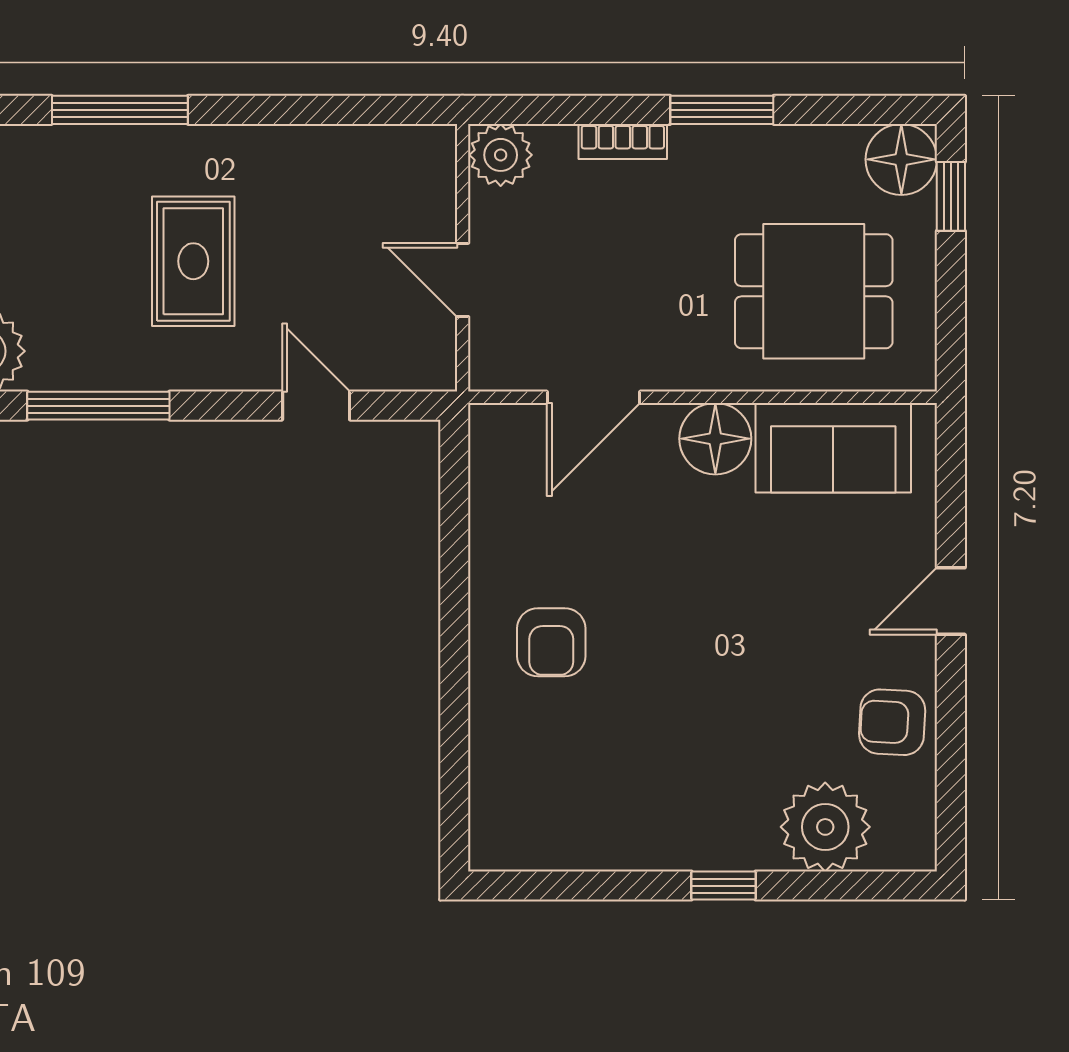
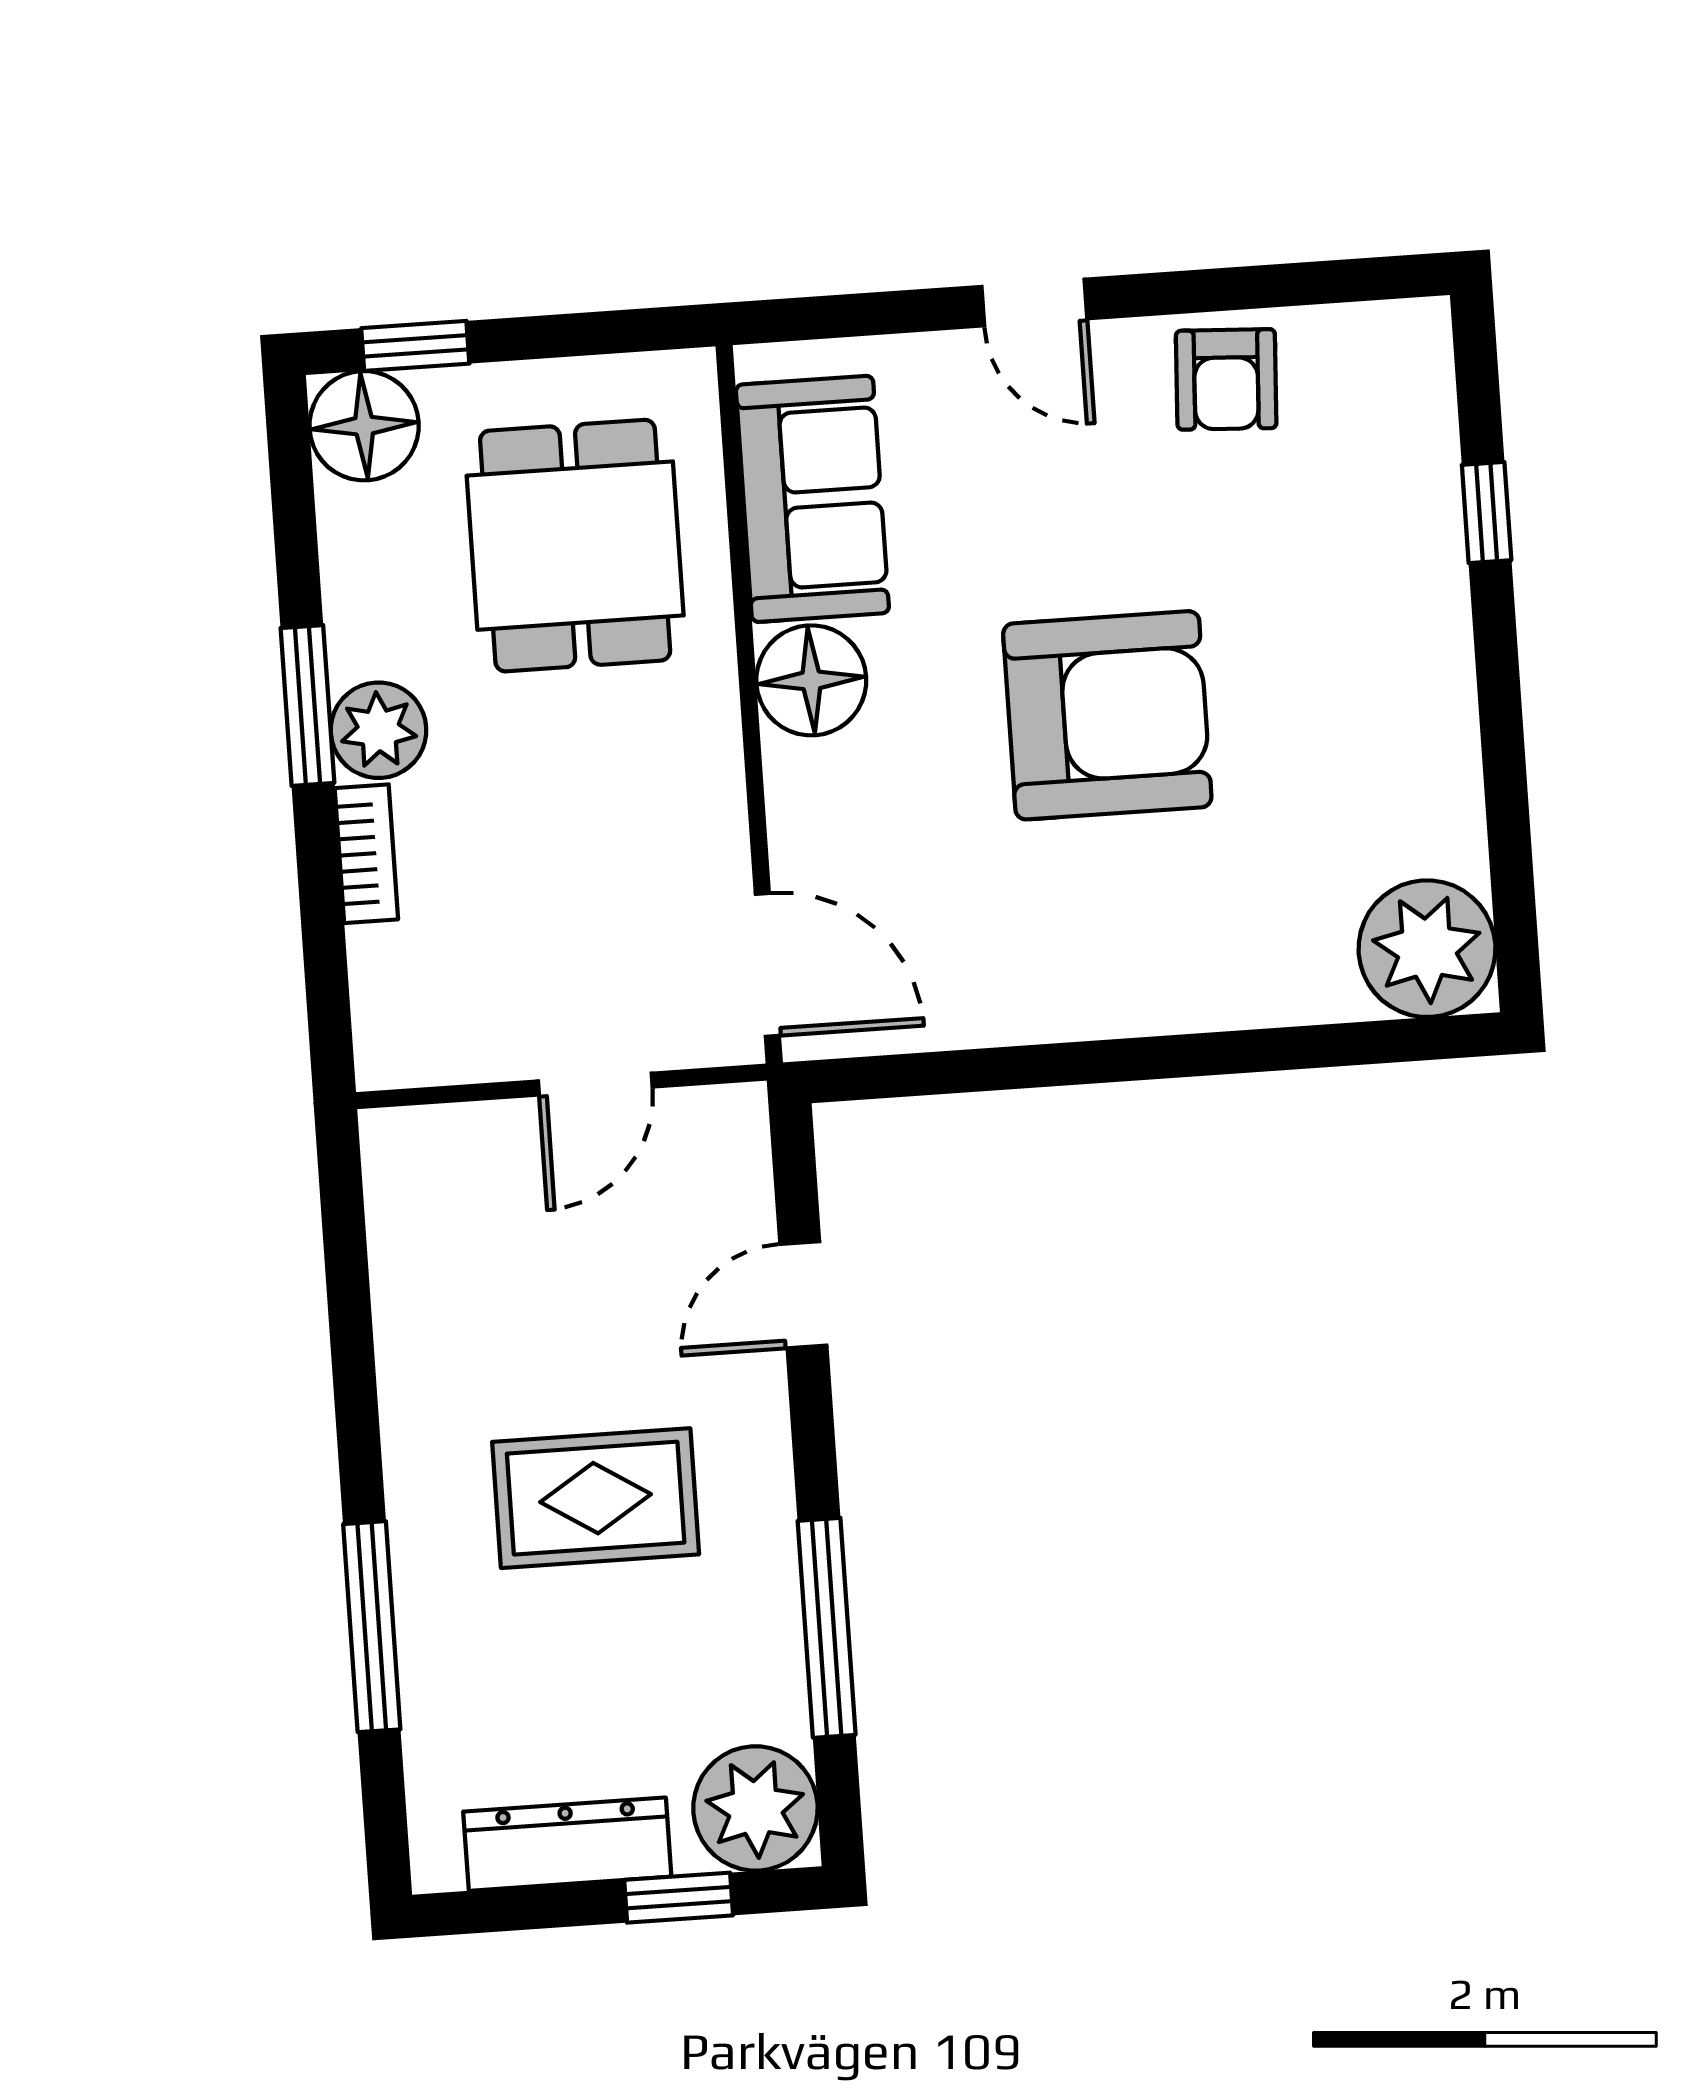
plant: (501, 155) -> (379, 730), moved
door: (594, 397) -> (767, 965), moved
armchair: (551, 642) -> (1107, 715), moved, width x1.88, depth x1.88
plant: (825, 827) -> (1427, 949), moved
window: (723, 886) -> (1487, 513), moved

